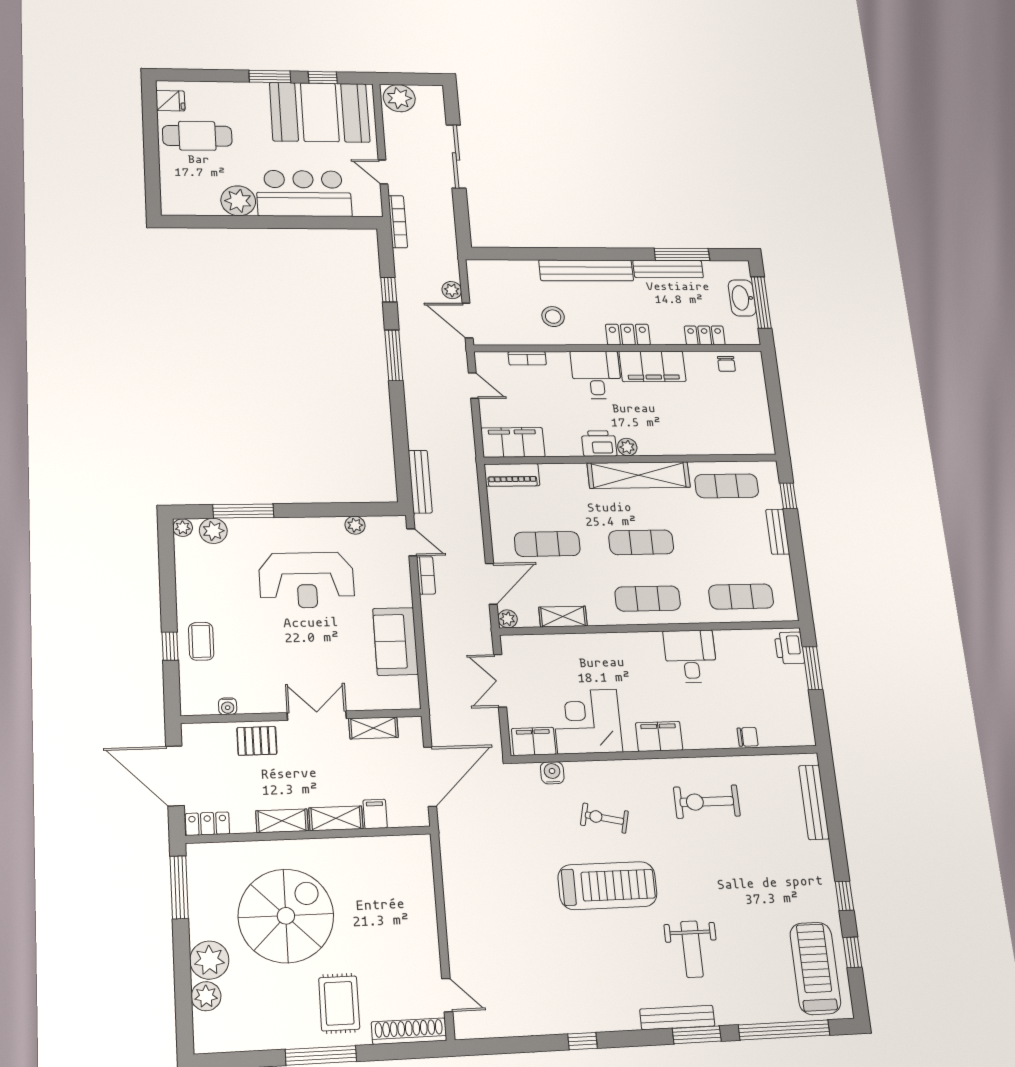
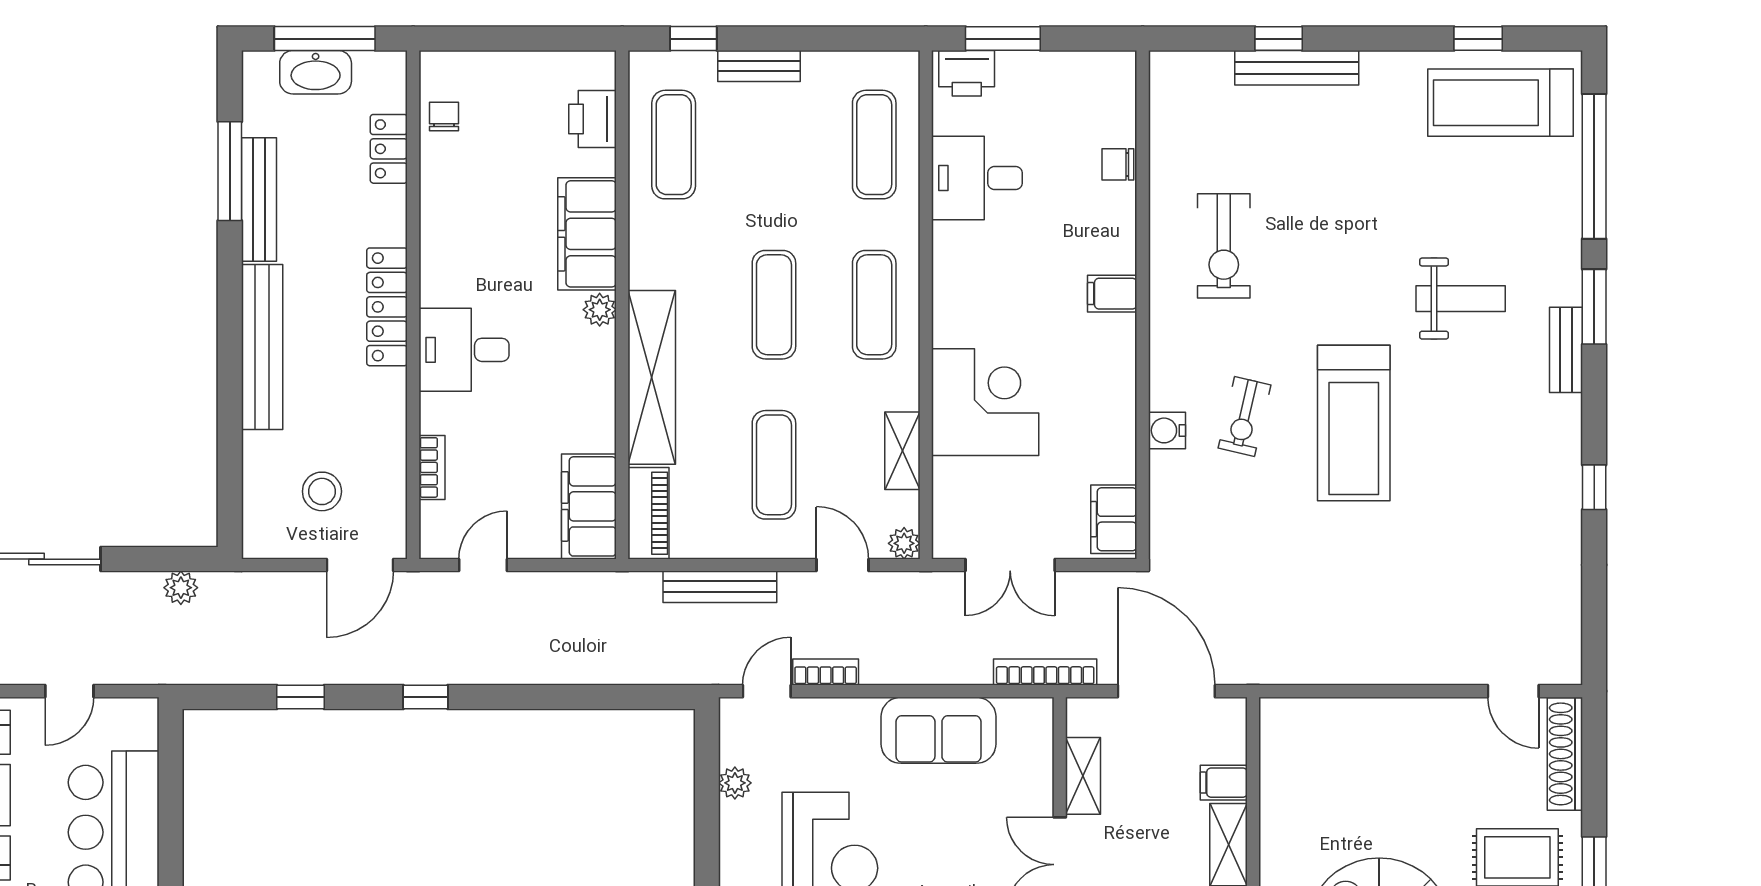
bookcase: (398, 222) -> (1045, 672), moved
plant: (452, 290) -> (181, 588), moved
stool: (553, 317) -> (322, 491), moved
locker: (628, 335) -> (387, 307), width x1.53
window: (394, 355) -> (425, 697), width x0.46
chair: (726, 364) -> (444, 117), turned -90
filing cabinet: (653, 366) -> (587, 234), moved, turned 180
printer: (599, 443) -> (593, 119), moved
shelving: (639, 475) -> (652, 377), moved
bench: (420, 482) -> (720, 587), moved
door: (491, 584) -> (843, 565), width x0.73
desk: (690, 656) -> (977, 178), moved
corner desk: (587, 721) -> (985, 402), moved, turned 180
filing cabinet: (659, 736) -> (1112, 294), width x0.50
chair: (748, 737) -> (1118, 164), turned -90
water cooler: (552, 773) -> (1167, 430), moved
bench: (814, 802) -> (1297, 68), moved
treadmill: (608, 886) -> (1354, 423), turned 180
window: (844, 896) -> (1279, 39), moved
door: (447, 995) -> (1513, 691), swing flipped
bench: (677, 1018) -> (1566, 350), width x0.73

